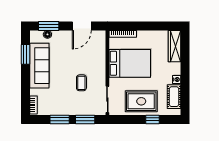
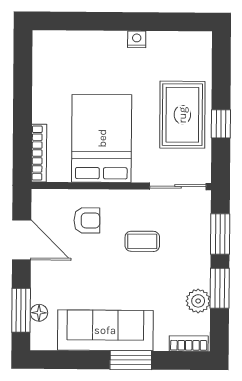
wardrobe: (174, 46) -> (66, 43), removed
window: (25, 54) -> (131, 360), moved
armchair: (91, 57) -> (87, 220), added
cot: (174, 97) -> (173, 45), removed
plant: (54, 109) -> (198, 301), added
window: (153, 119) -> (221, 124), moved

